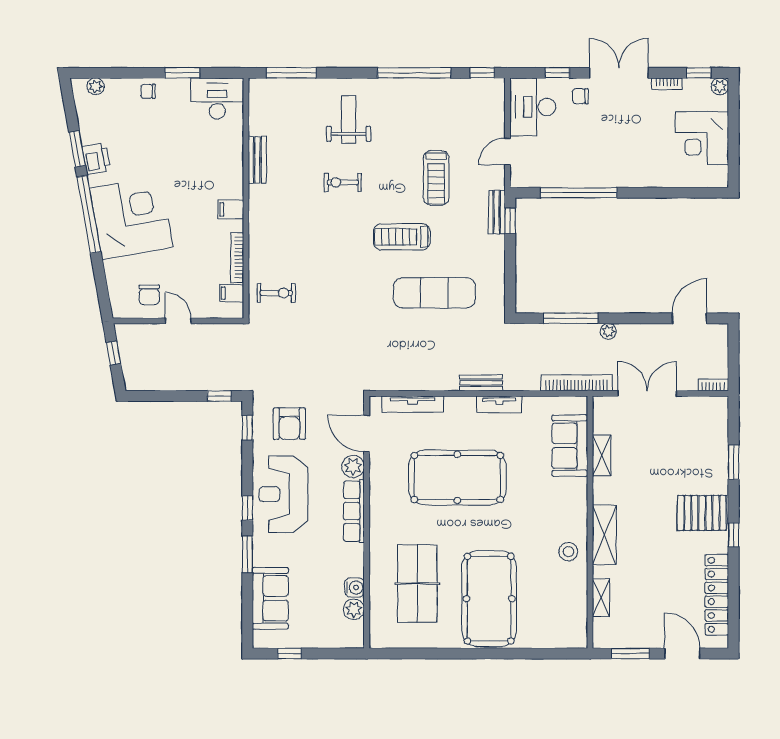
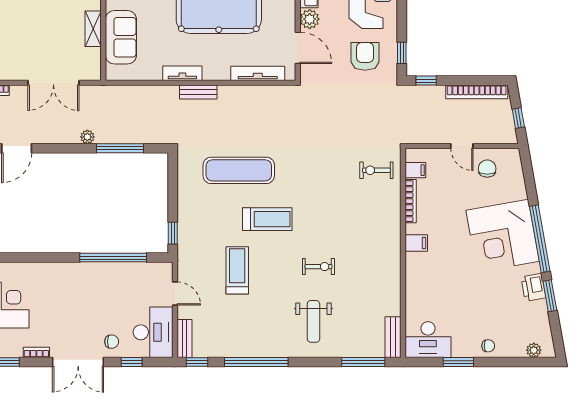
door: (508, 151) -> (175, 294), hinge flipped
bench: (257, 160) -> (393, 337), moved
bench: (497, 212) -> (185, 338), moved
bookcase: (577, 383) -> (477, 92), moved

